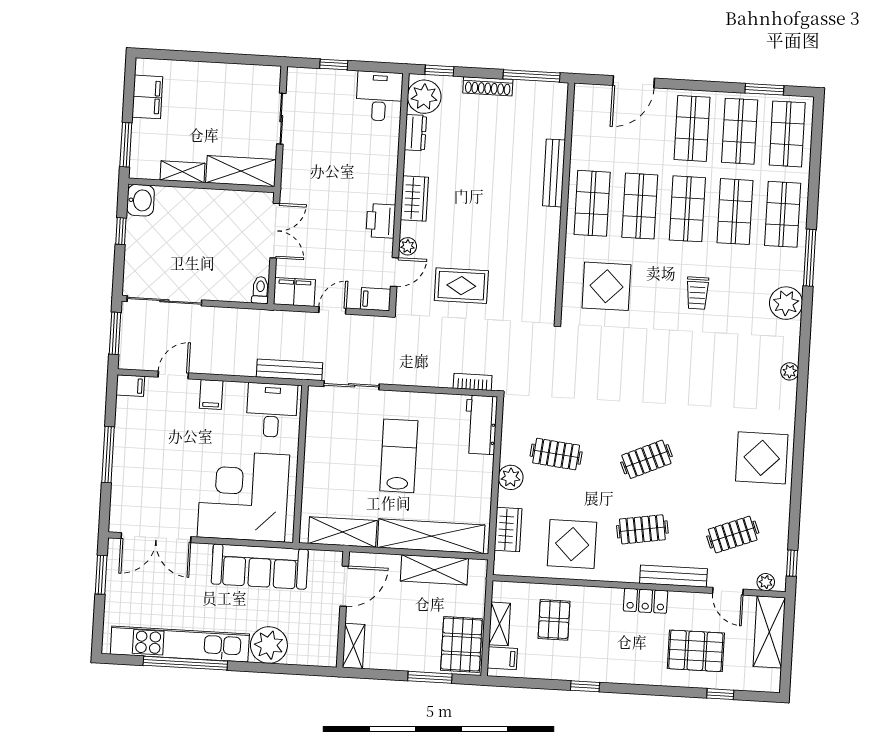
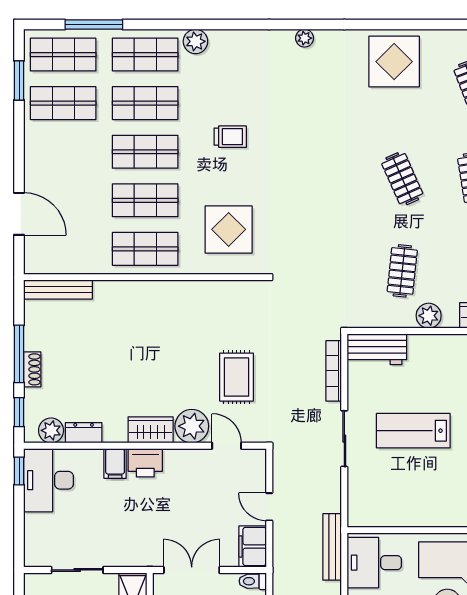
window: (334, 64) -> (19, 471), moved
window: (531, 76) -> (19, 354), moved
shoe rack: (488, 86) -> (32, 369), width x0.70
desk: (379, 96) -> (49, 480), width x1.37
plant: (424, 97) -> (51, 430), width x0.73, depth x0.73
shop shelf: (692, 128) -> (63, 152), removed
bench: (554, 173) -> (58, 289), moved
printer: (381, 221) -> (145, 463), moved
plant: (408, 246) -> (192, 426), width x1.88, depth x1.88
window: (810, 258) -> (94, 24), moved
filing cabinet: (376, 299) -> (115, 463), moved
plant: (786, 303) -> (195, 41), moved, width x0.73, depth x0.73
bookcase: (473, 382) -> (334, 371), width x1.56
sliding door: (352, 385) -> (344, 439), moved

